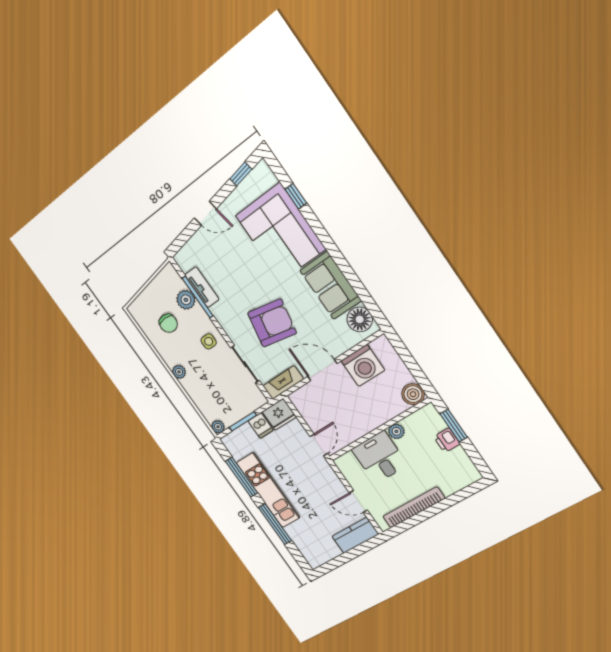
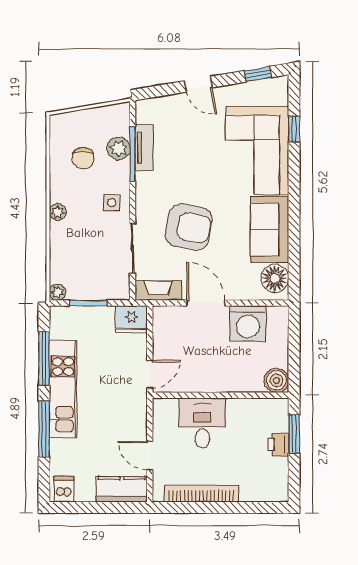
dishwasher: (261, 426) -> (64, 489), moved, turned 180
plant: (396, 431) -> (236, 407), removed

